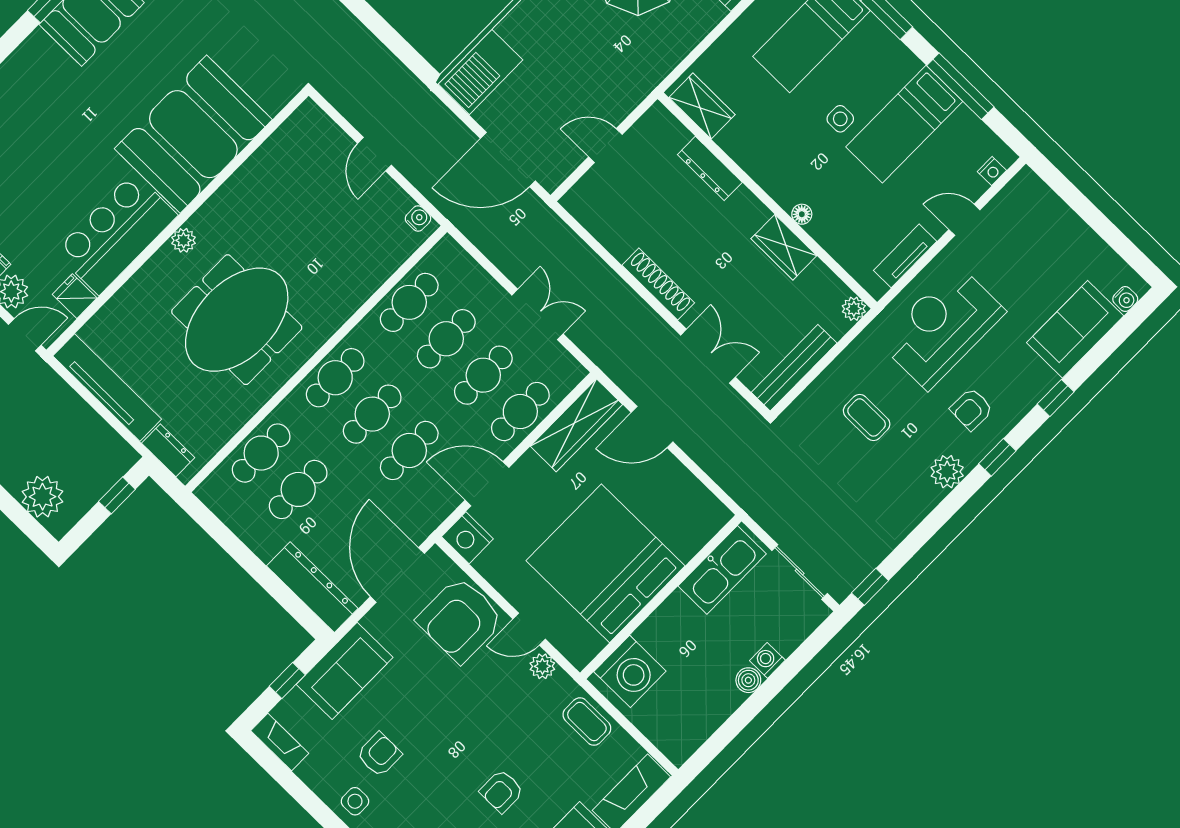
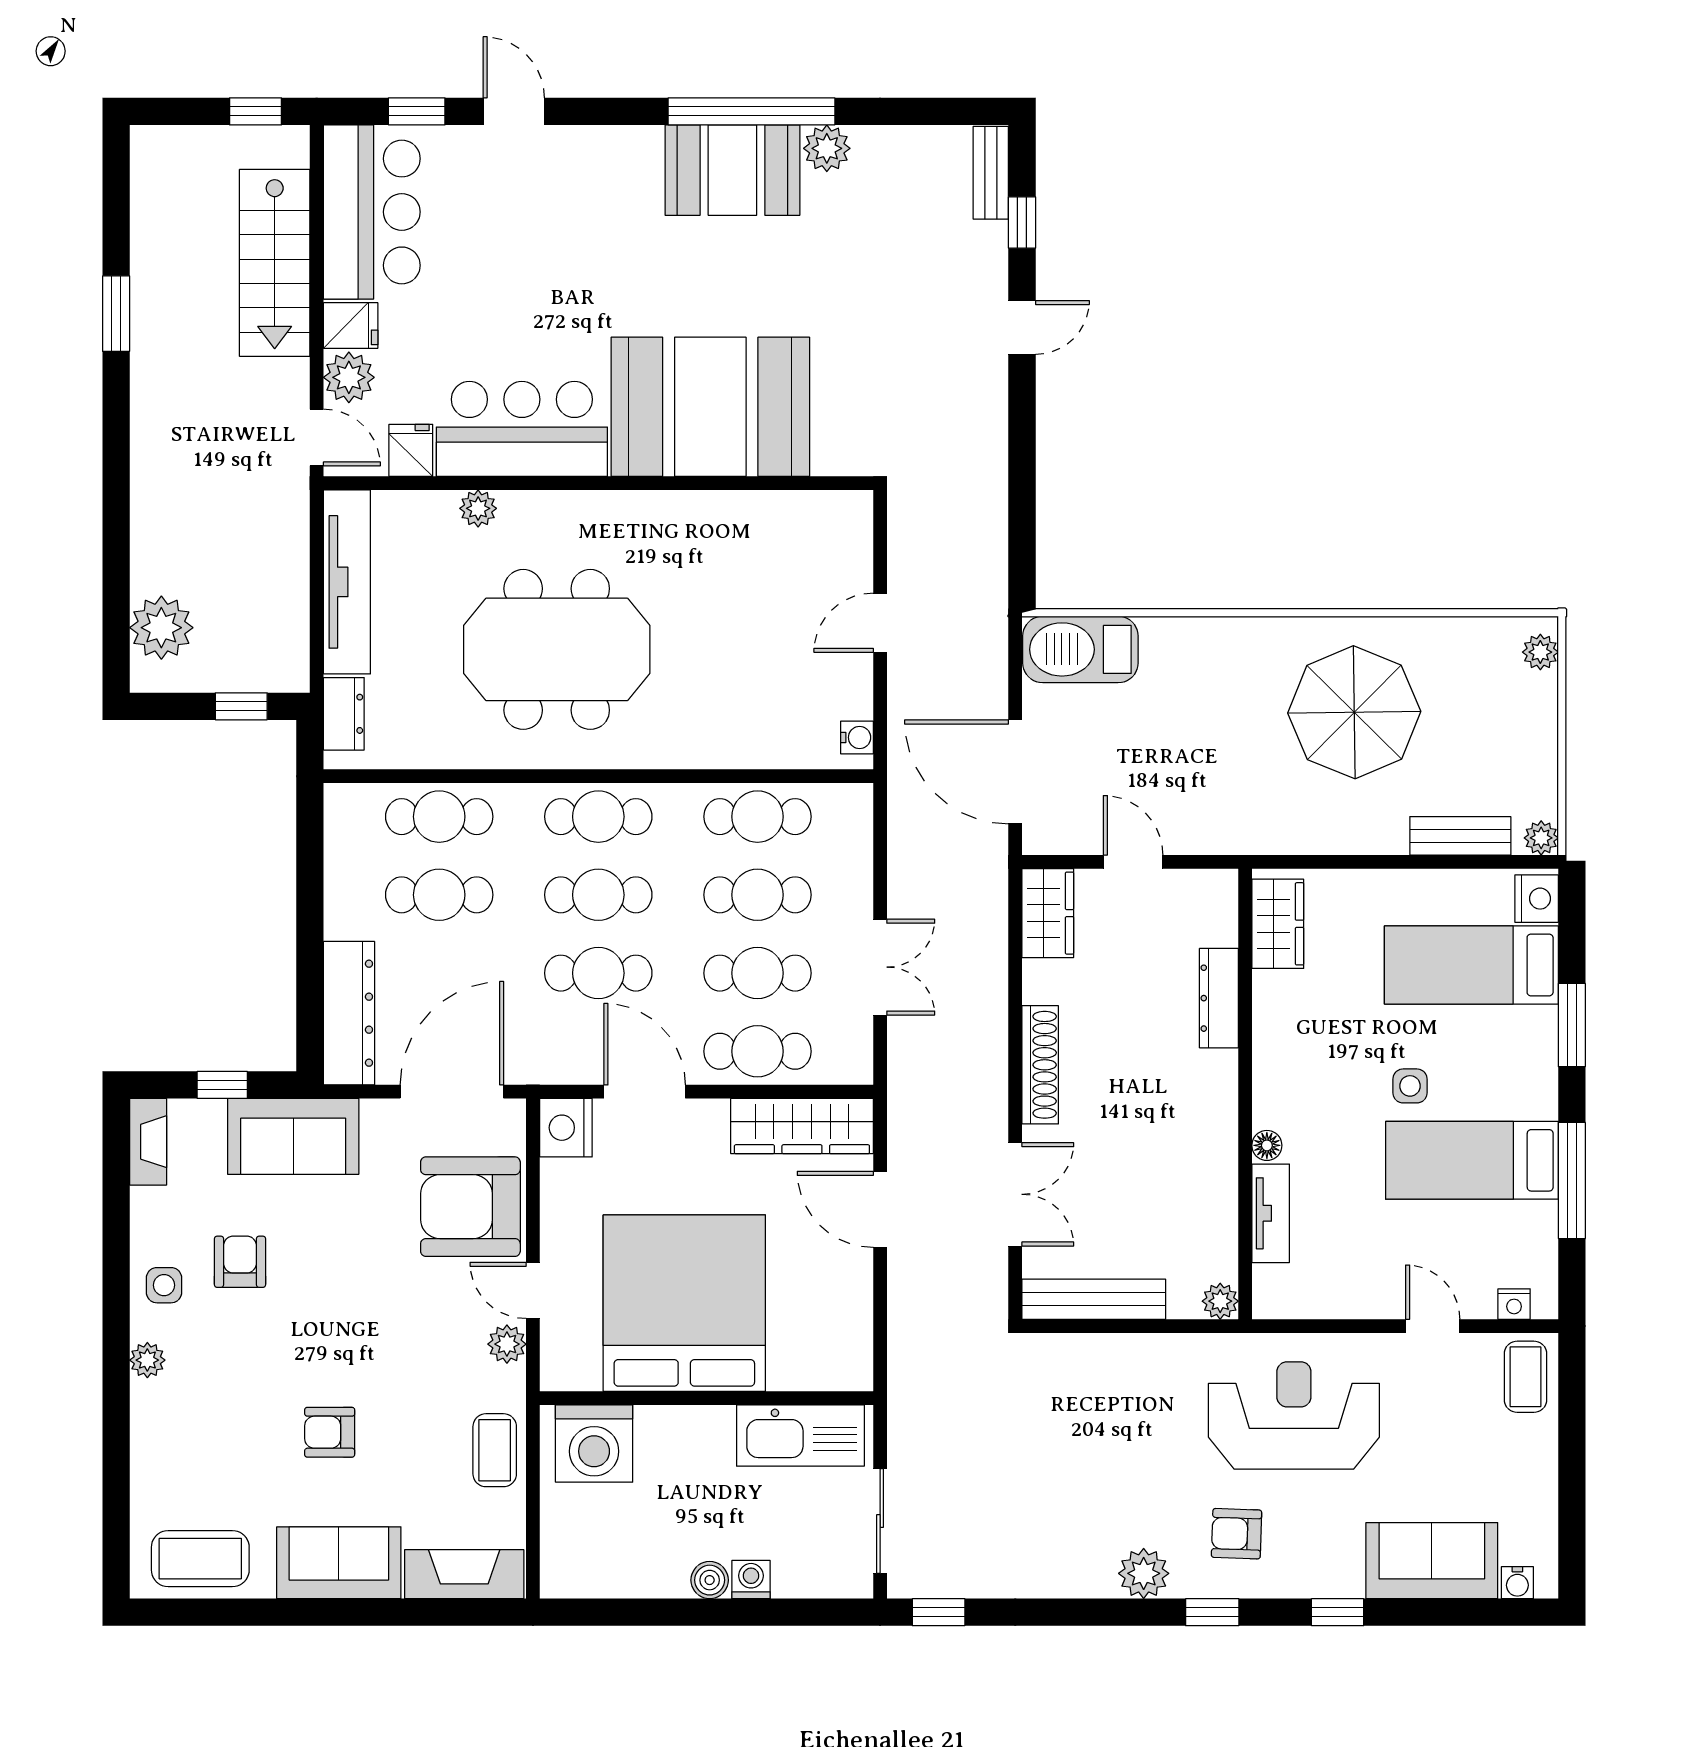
plant: (184, 240) -> (478, 508), moved
wardrobe: (784, 247) -> (1048, 913), moved, turned 180
tv unit: (905, 256) -> (1271, 1213), moved, turned 90
coffee table: (867, 417) -> (1525, 1377), moved
armchair: (379, 754) -> (240, 1262), turned -90

